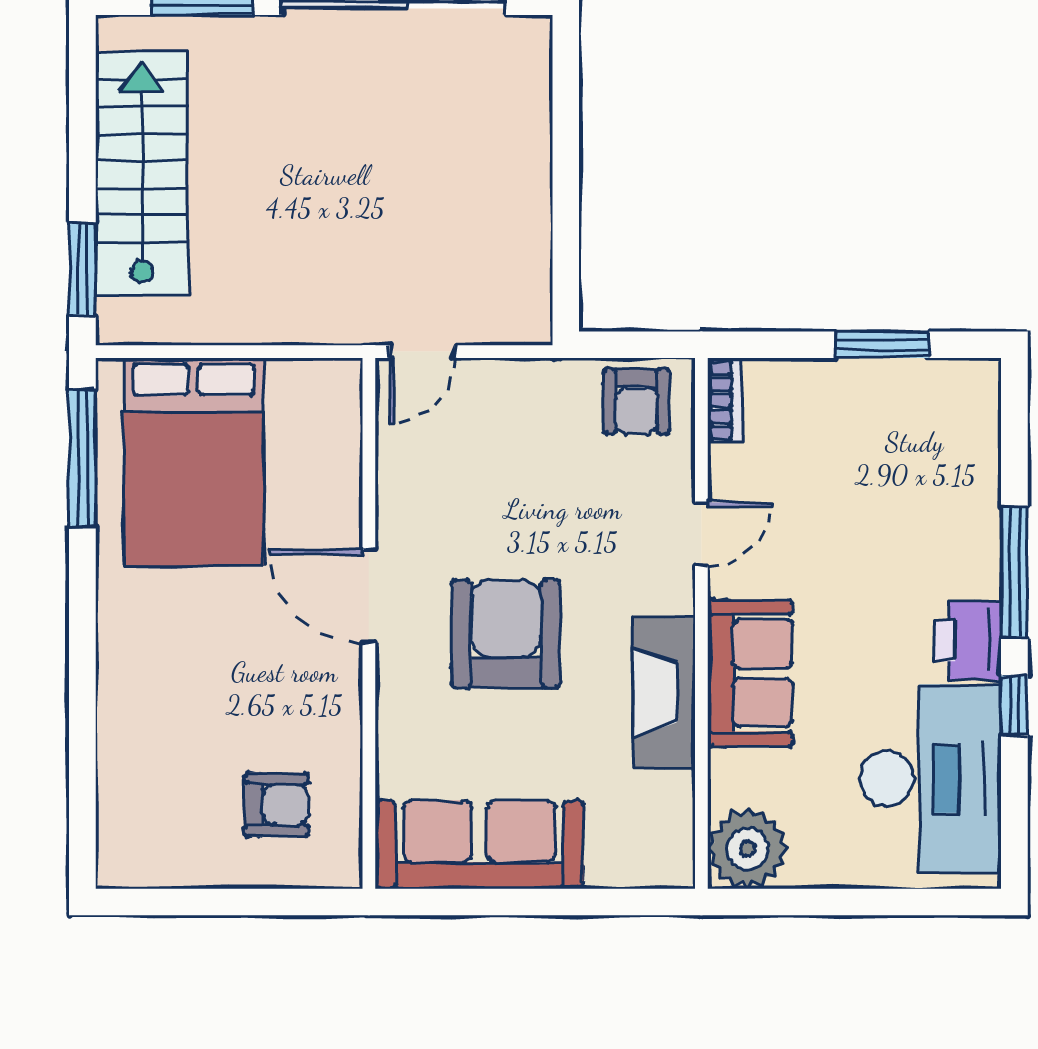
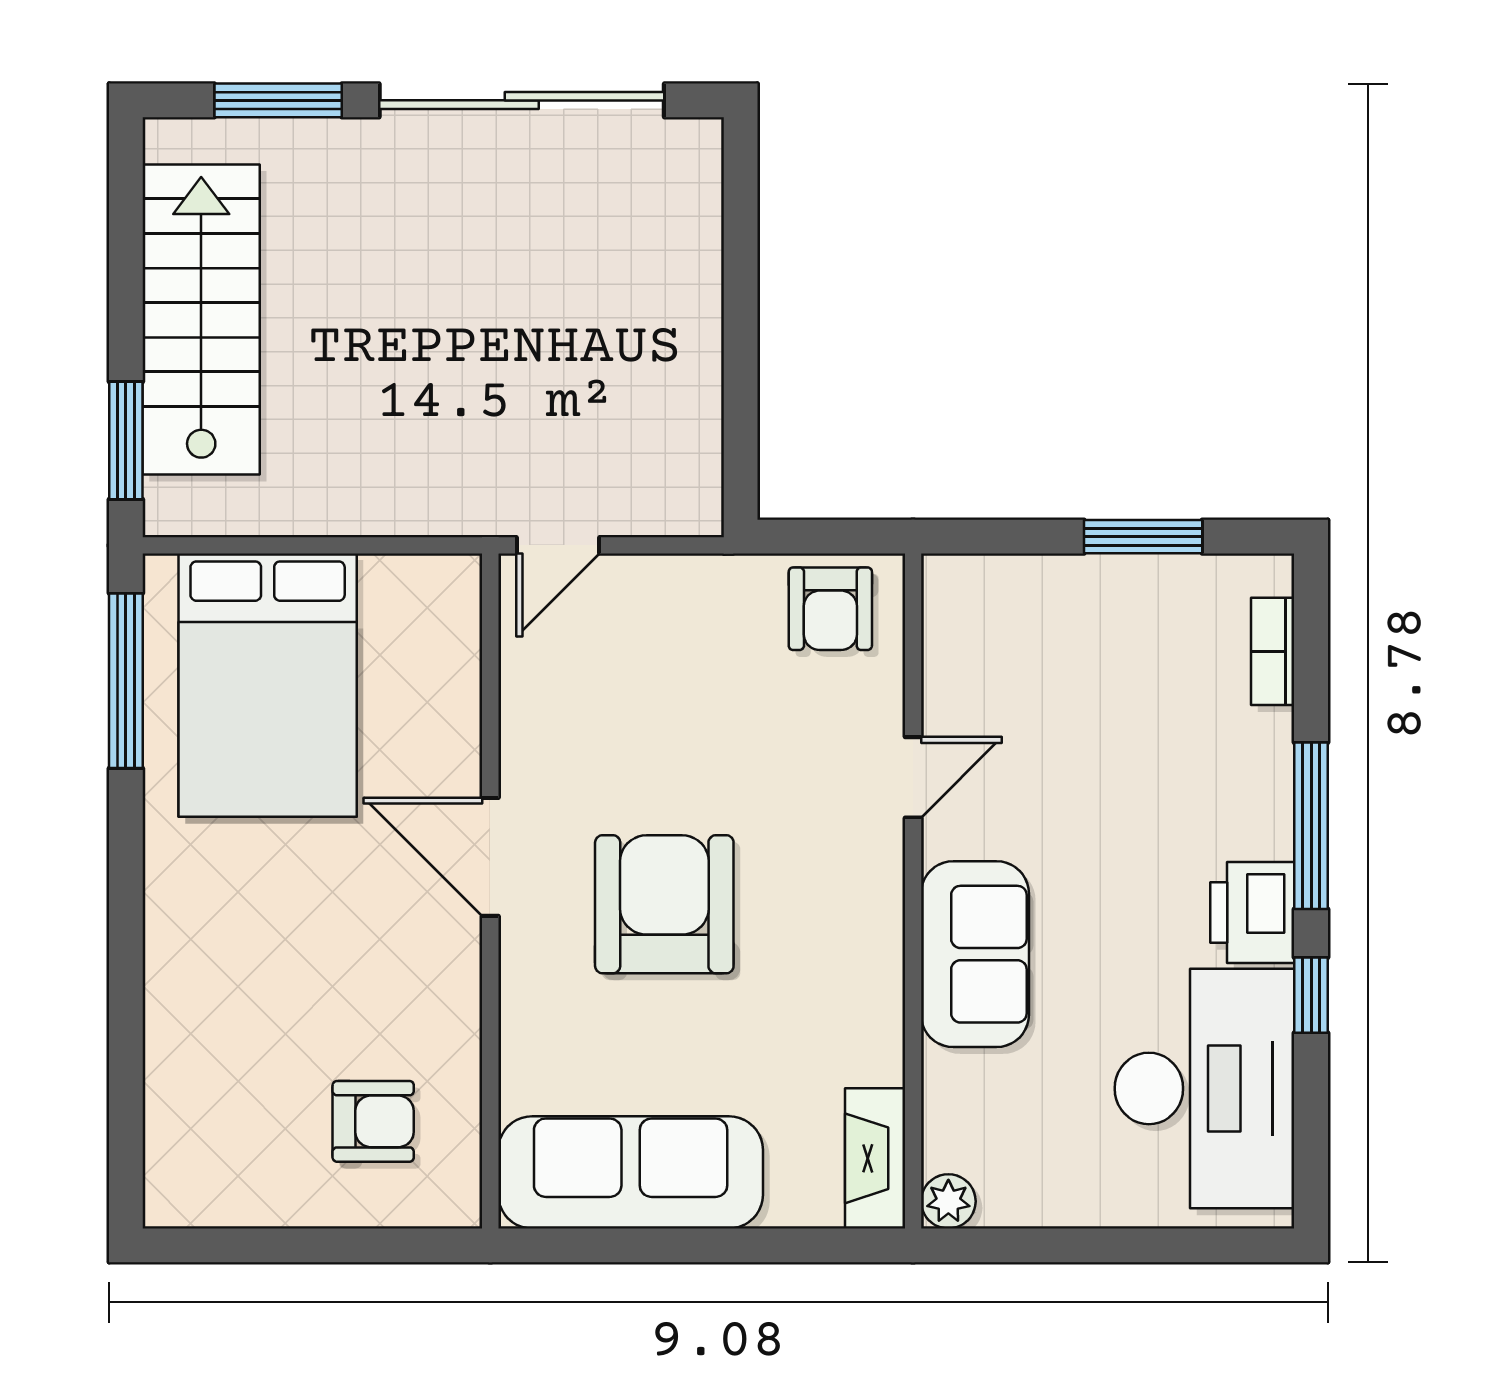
bookcase: (725, 400) -> (1273, 651), moved, turned 180
fireplace: (664, 692) -> (875, 1158), moved, width x0.73, depth x0.76
plant: (748, 849) -> (948, 1201), width x0.53, depth x0.53

